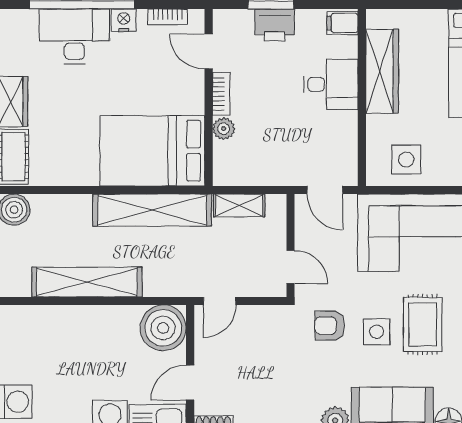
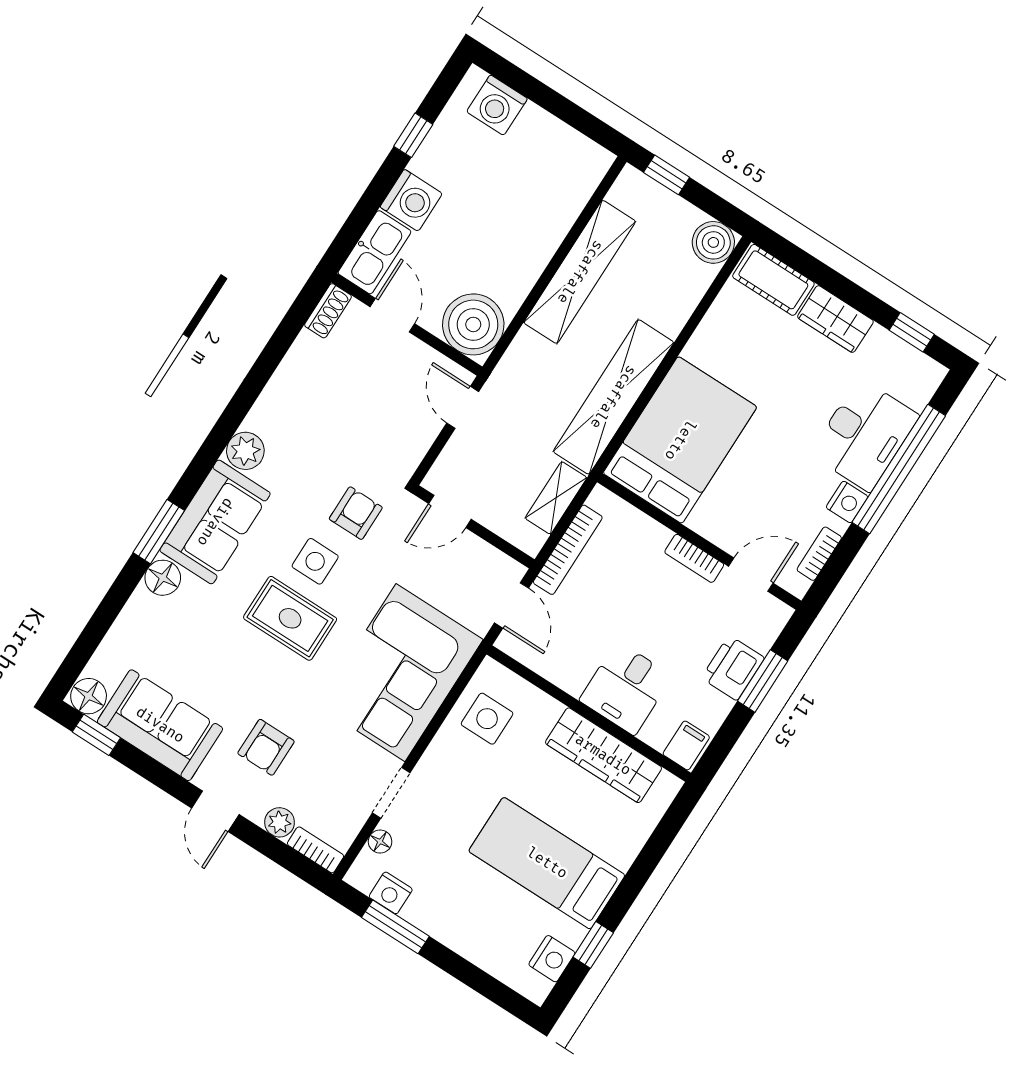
plant: (224, 129) -> (653, 536), removed
bookcase: (267, 177) -> (568, 550), added
door: (325, 190) -> (512, 605), swing flipped

